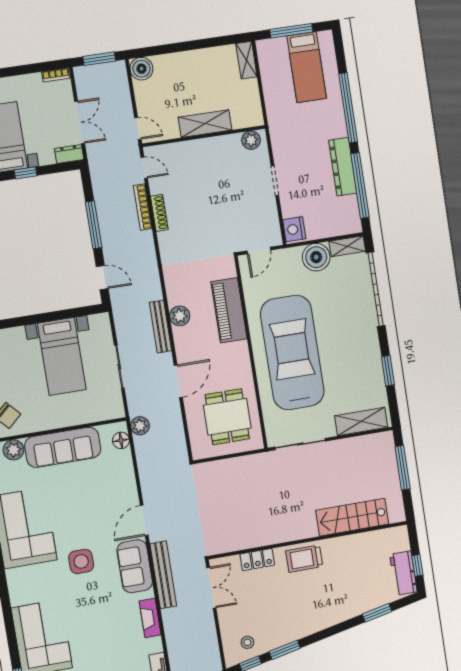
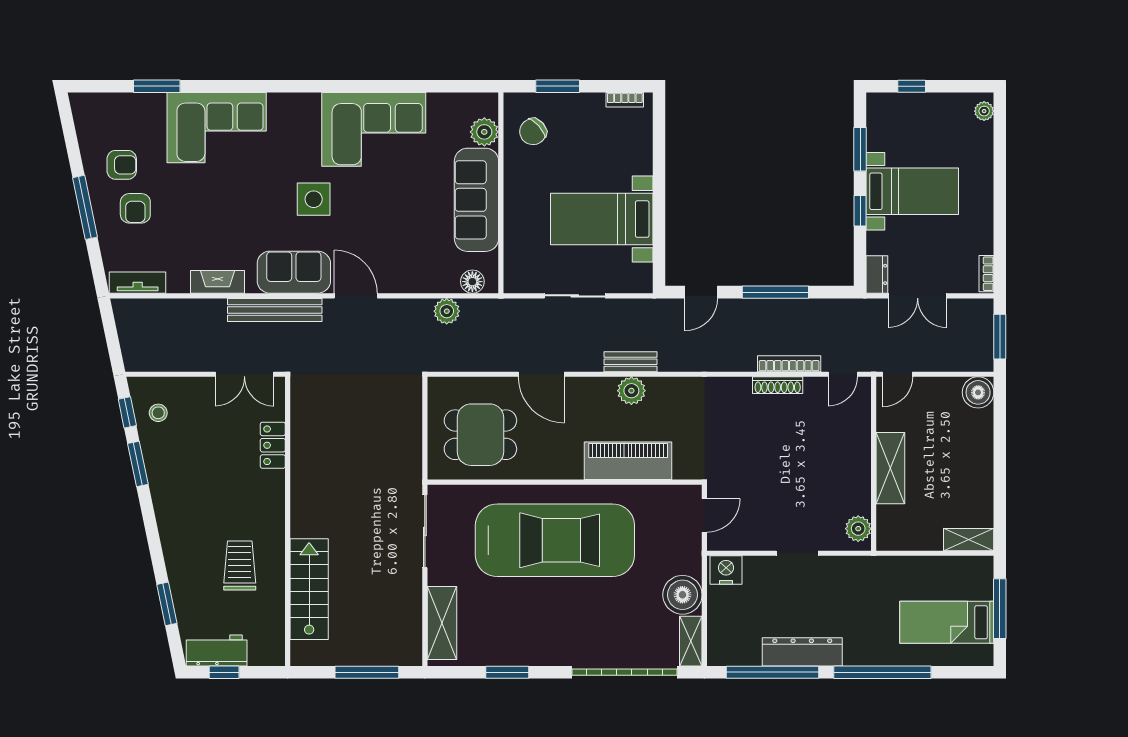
door: (259, 250) -> (704, 515), swing flipped
bench: (160, 327) -> (631, 362), width x0.73
plant: (140, 426) -> (447, 311), moved
trolley: (304, 559) -> (240, 565), moved

